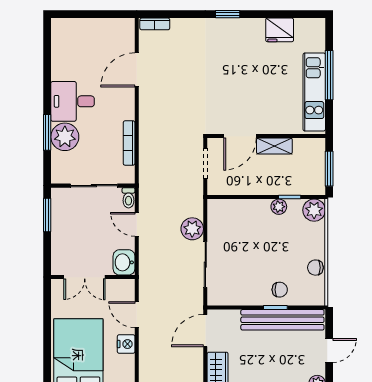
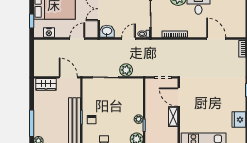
nightstand: (126, 344) -> (49, 32), moved

